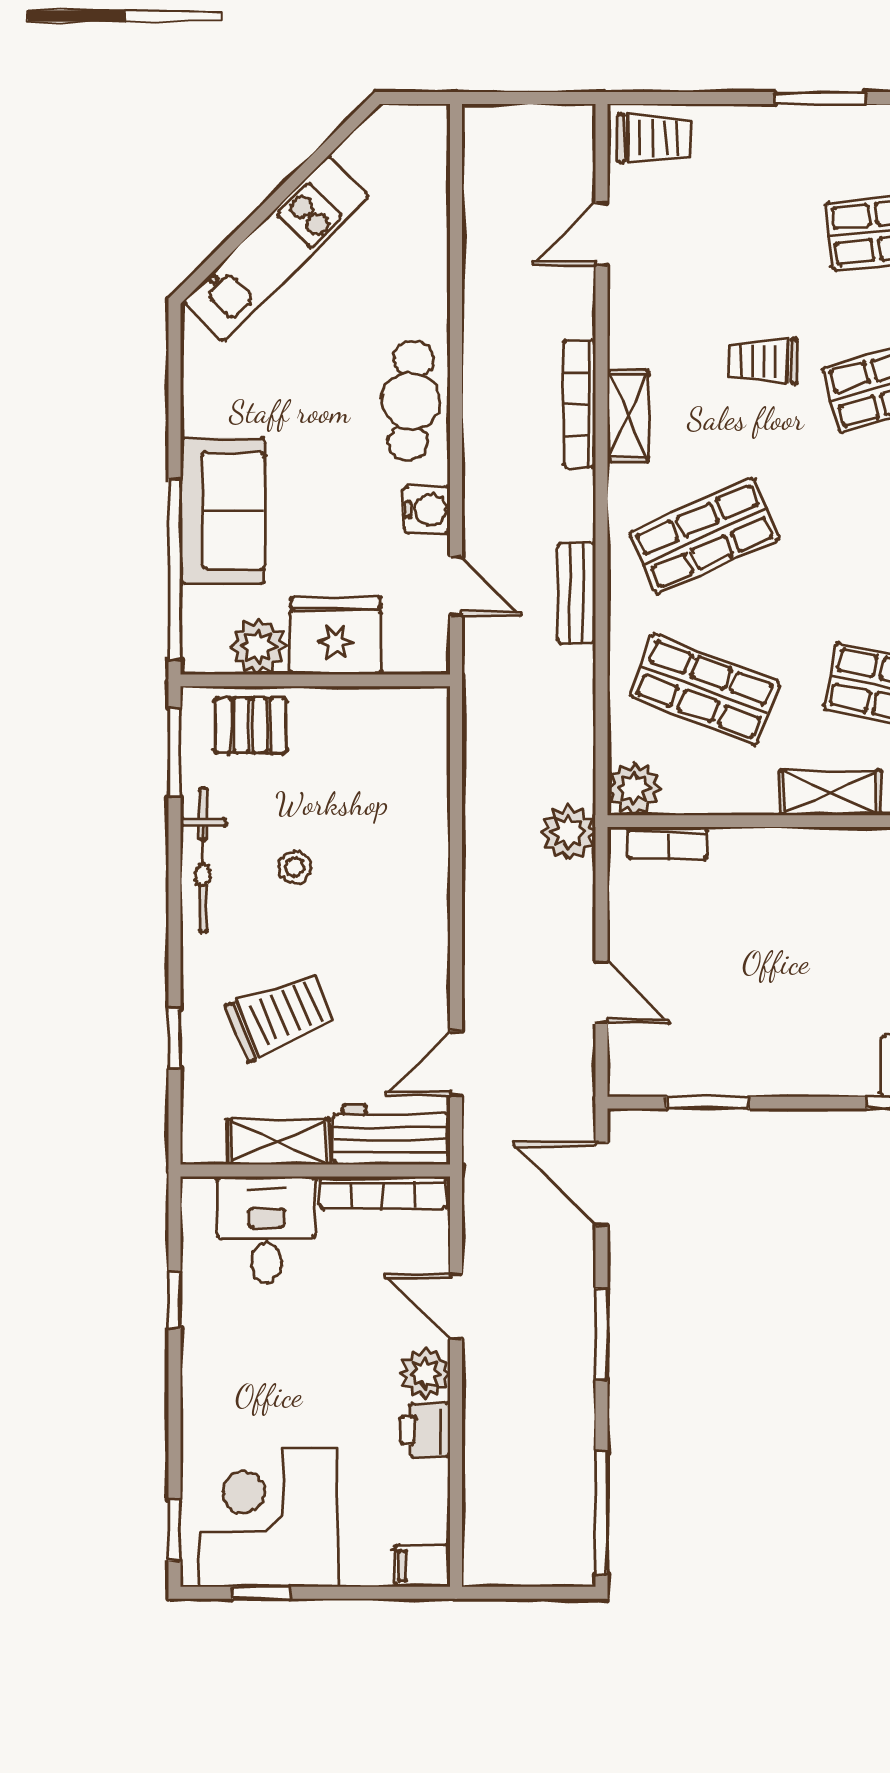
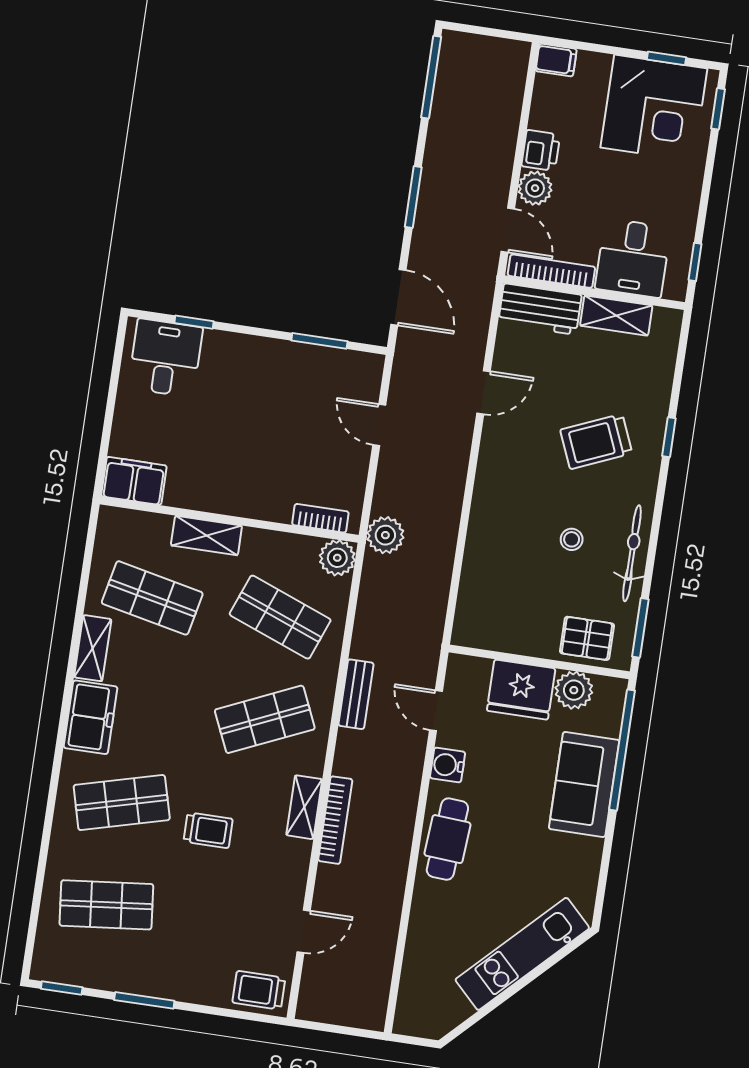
workbench: (391, 1135) -> (540, 309), moved
shelving: (278, 1142) -> (616, 316), moved
wall: (315, 1171) -> (594, 293), moved
bookcase: (383, 1193) -> (551, 271), moved
desk: (266, 1230) -> (633, 258), moved

